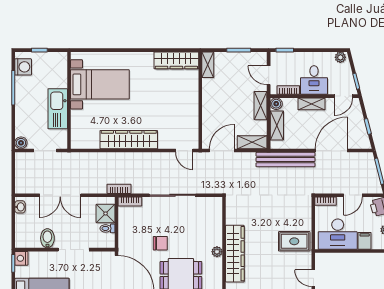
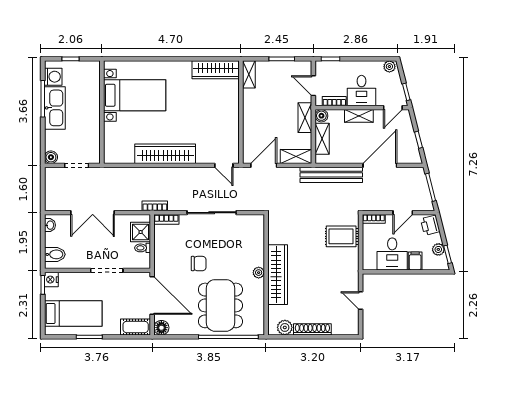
kitchen sink: (58, 109) -> (55, 108), moved, turned 180
desk: (338, 234) -> (392, 254), width x0.73
bidet: (47, 238) -> (55, 254), moved, turned 90
rug: (294, 241) -> (341, 236), moved

